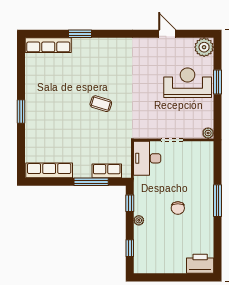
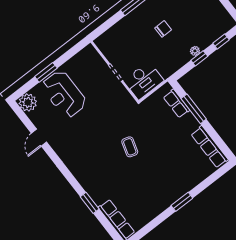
plant: (208, 133) -> (90, 50), removed
window: (130, 203) -> (199, 58), moved

